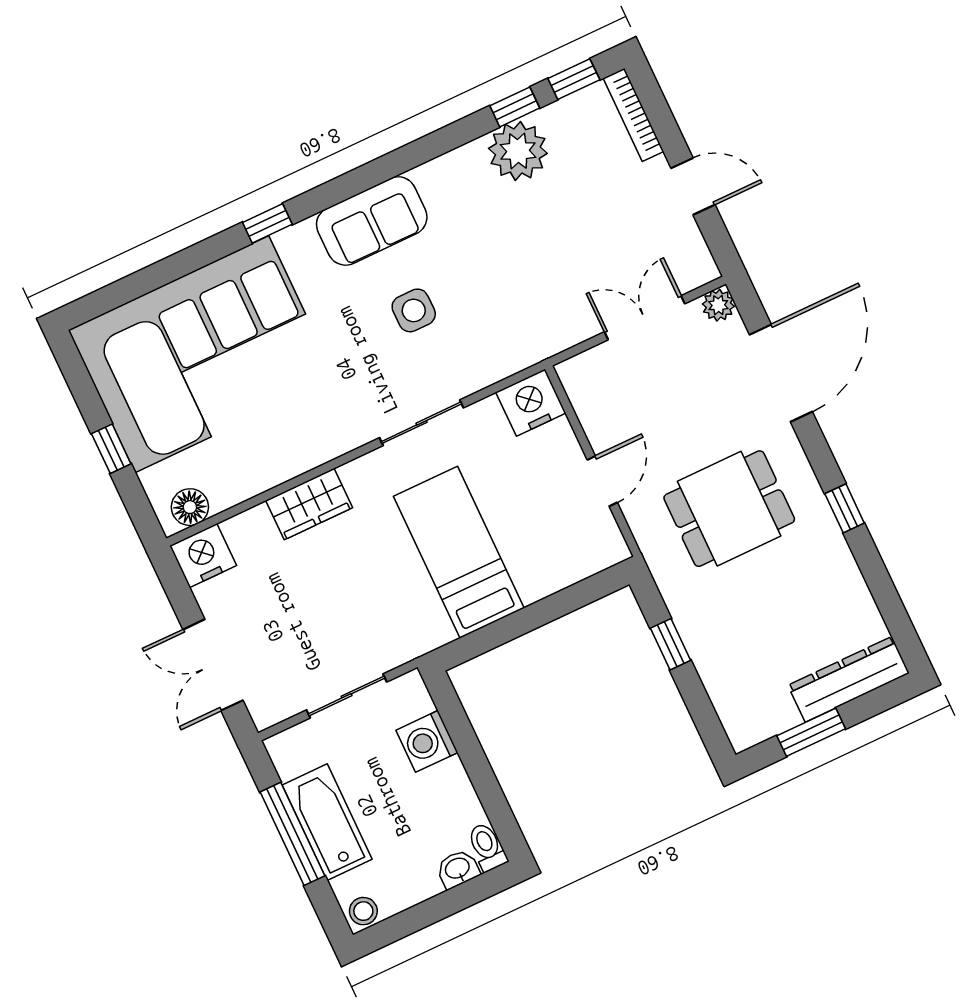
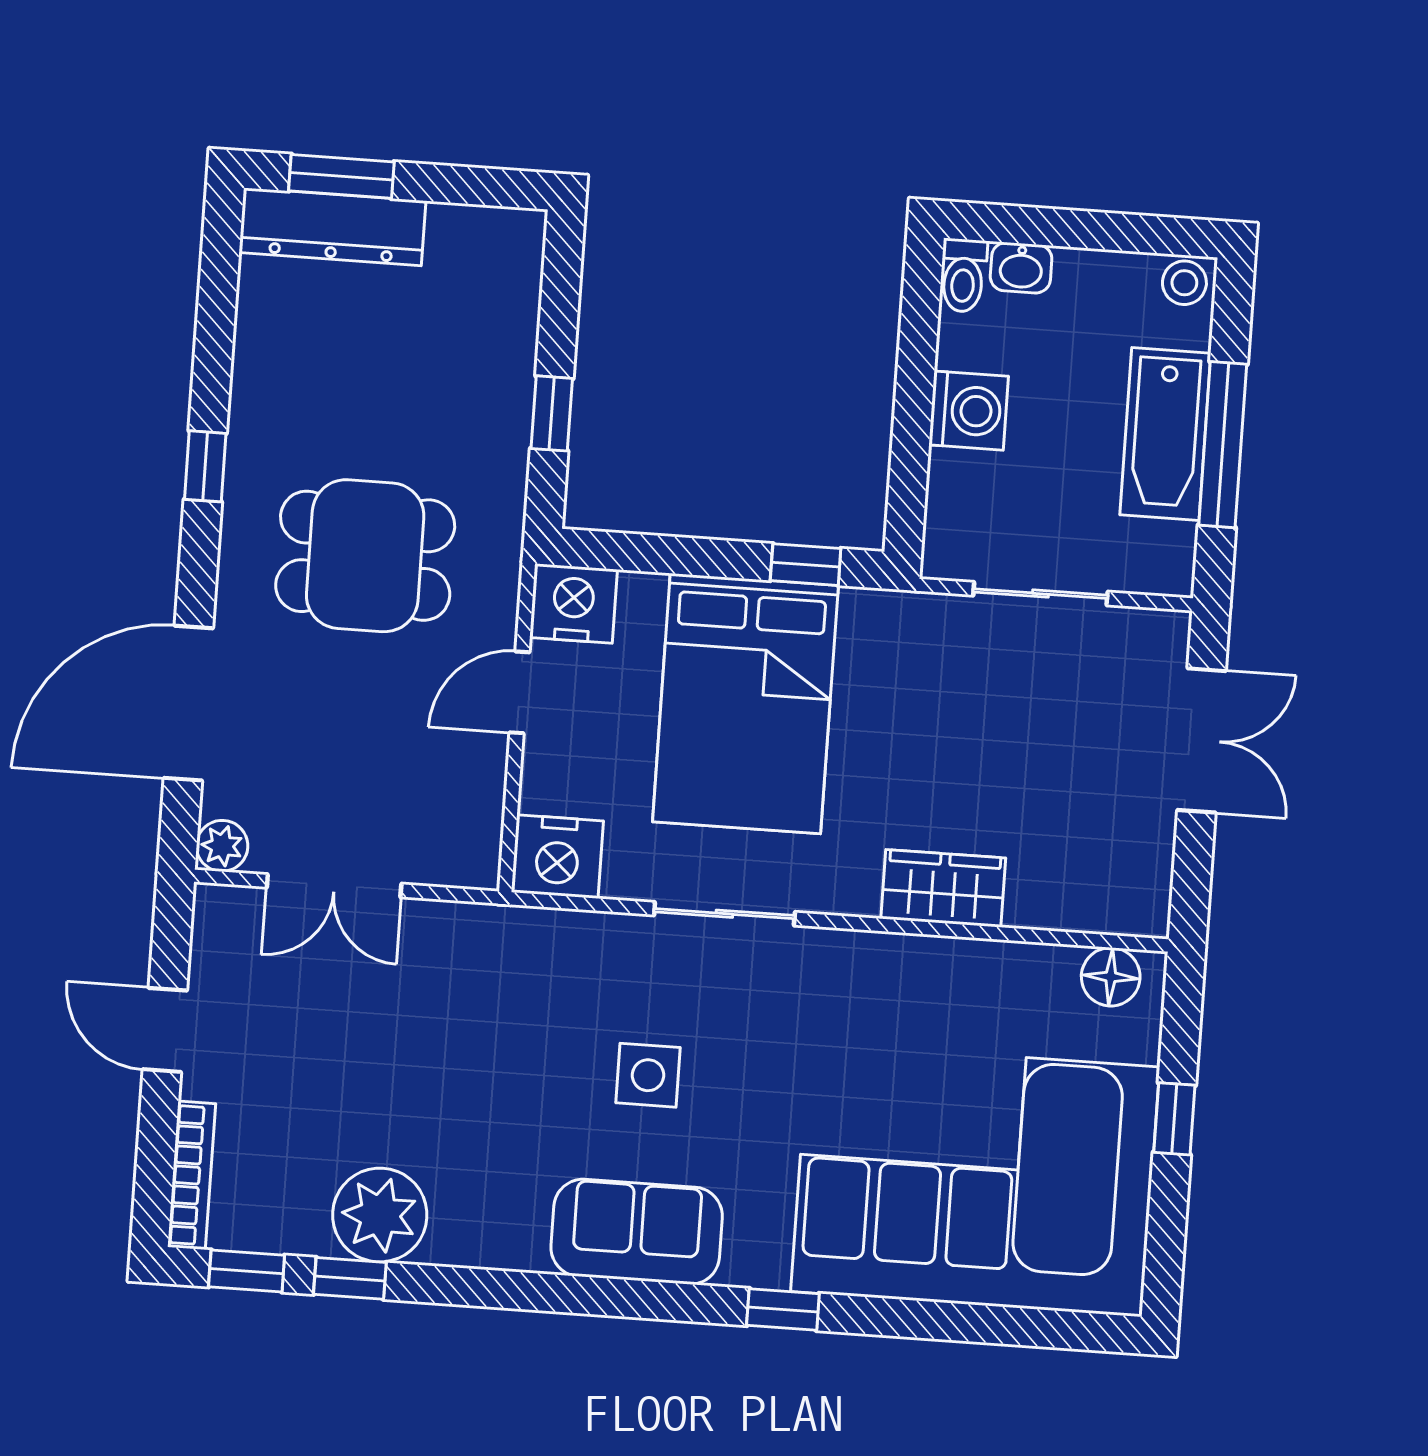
bed: (459, 552) -> (745, 704), width x1.50
nightstand: (203, 556) -> (573, 603), moved, turned 180
window: (485, 640) -> (806, 565), added
window: (811, 732) -> (341, 176), moved
washing machine: (427, 741) -> (969, 411), moved

